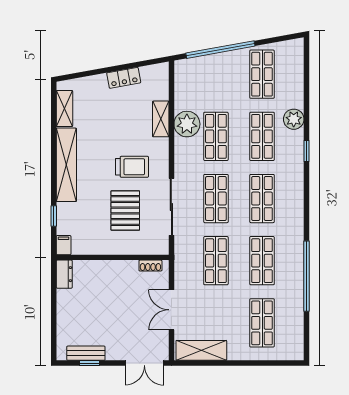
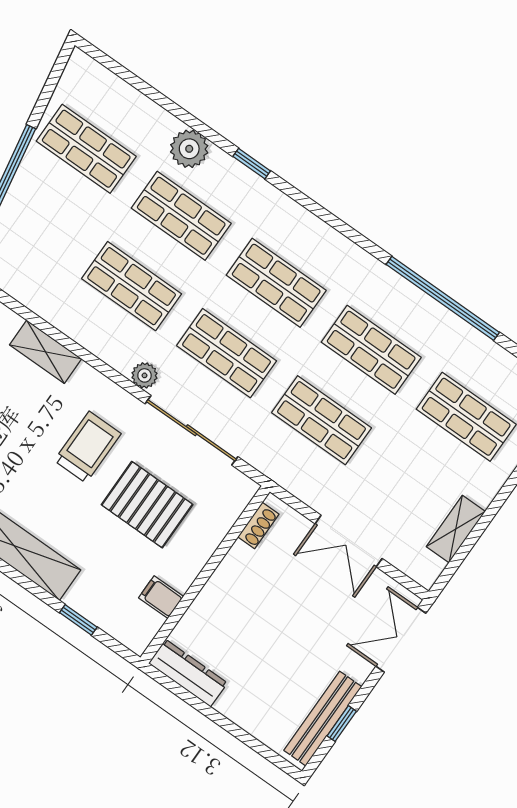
plant: (187, 124) -> (144, 375), moved, width x0.53, depth x0.53
filing cabinet: (64, 245) -> (161, 597), moved
dresser: (64, 274) -> (188, 673), width x1.44
shelving: (201, 350) -> (456, 529), width x0.67, depth x0.75
bench: (86, 353) -> (323, 719), width x1.36
double door: (144, 363) -> (401, 640), swing flipped

